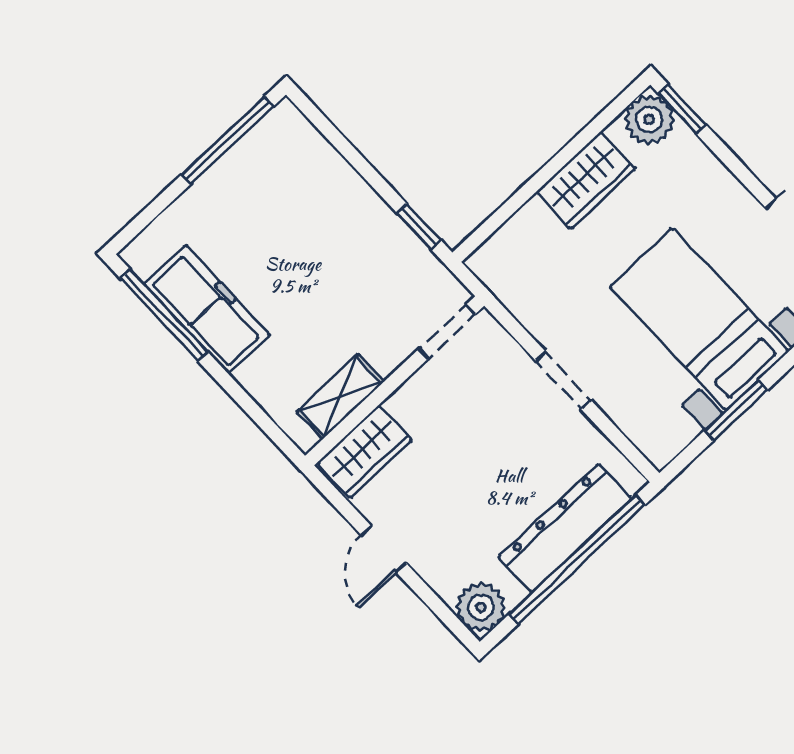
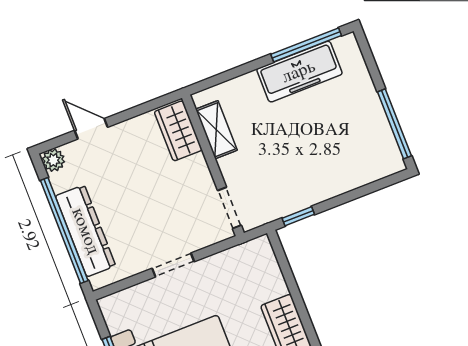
door: (384, 549) -> (91, 129), moved
plant: (481, 607) -> (53, 160), width x0.73, depth x0.73

